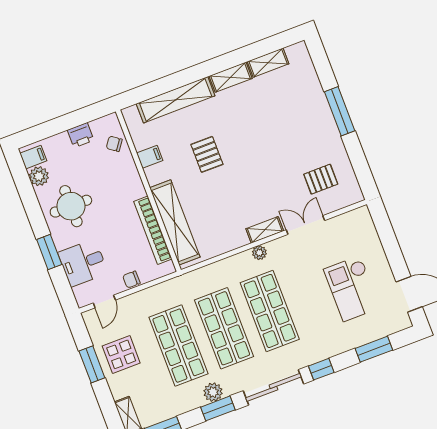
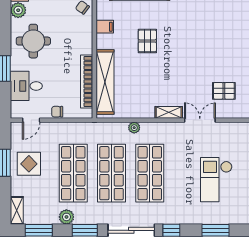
plant: (259, 253) -> (134, 128), moved
plant: (213, 392) -> (66, 217), moved

